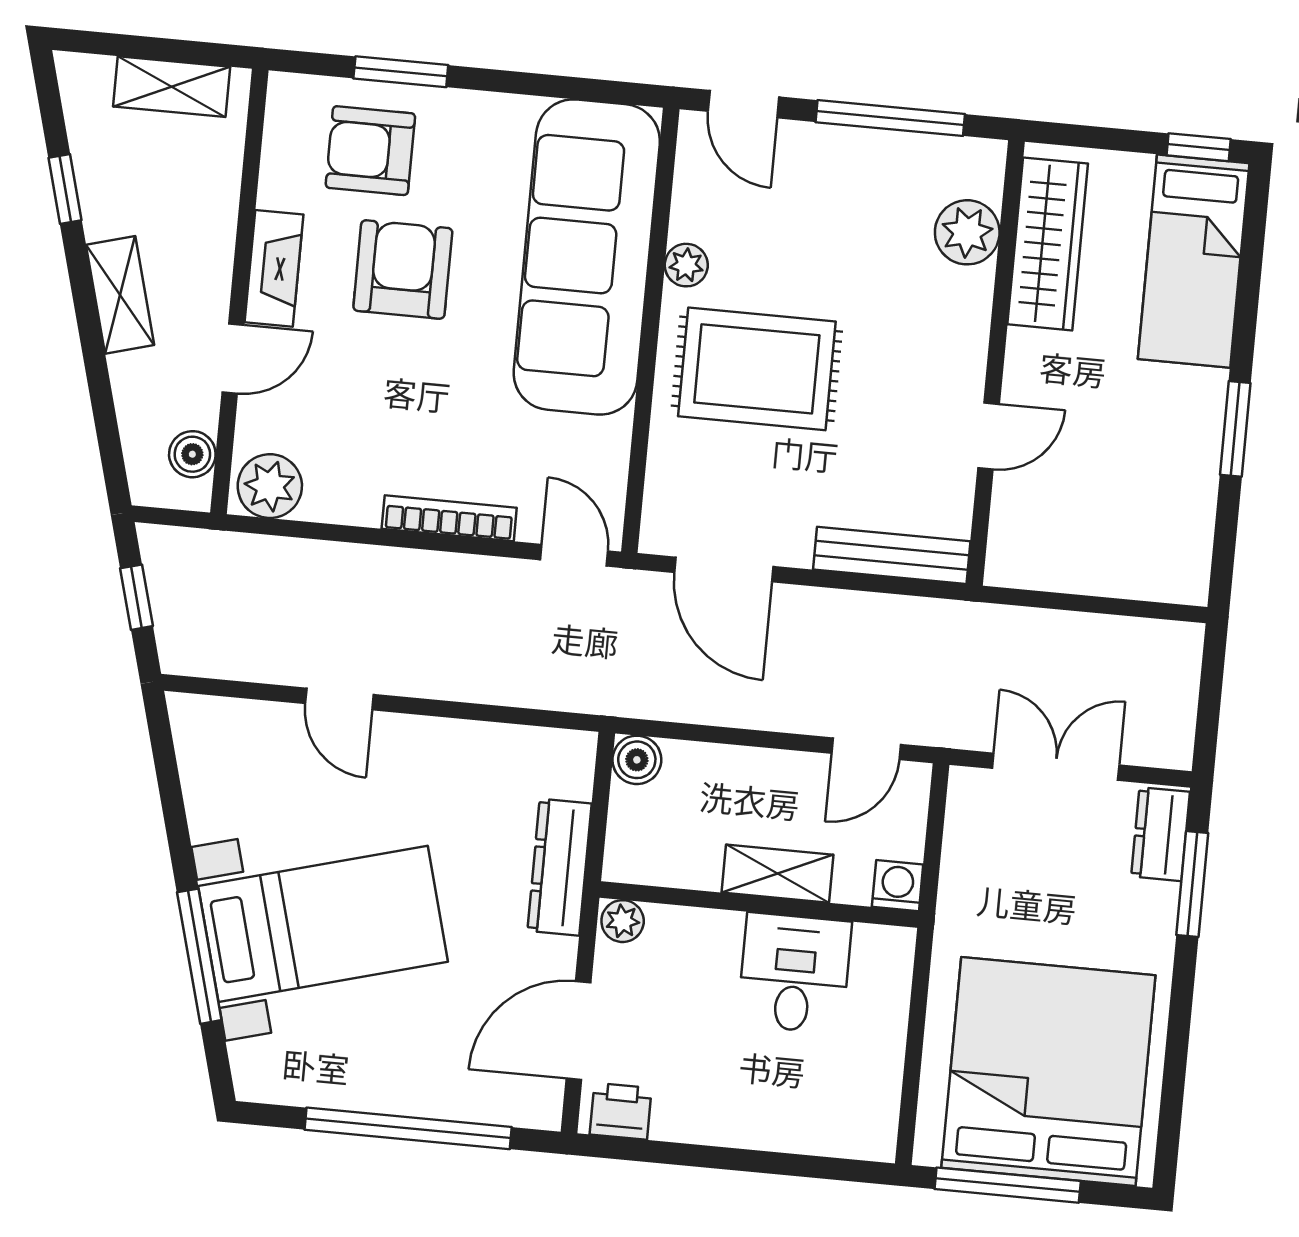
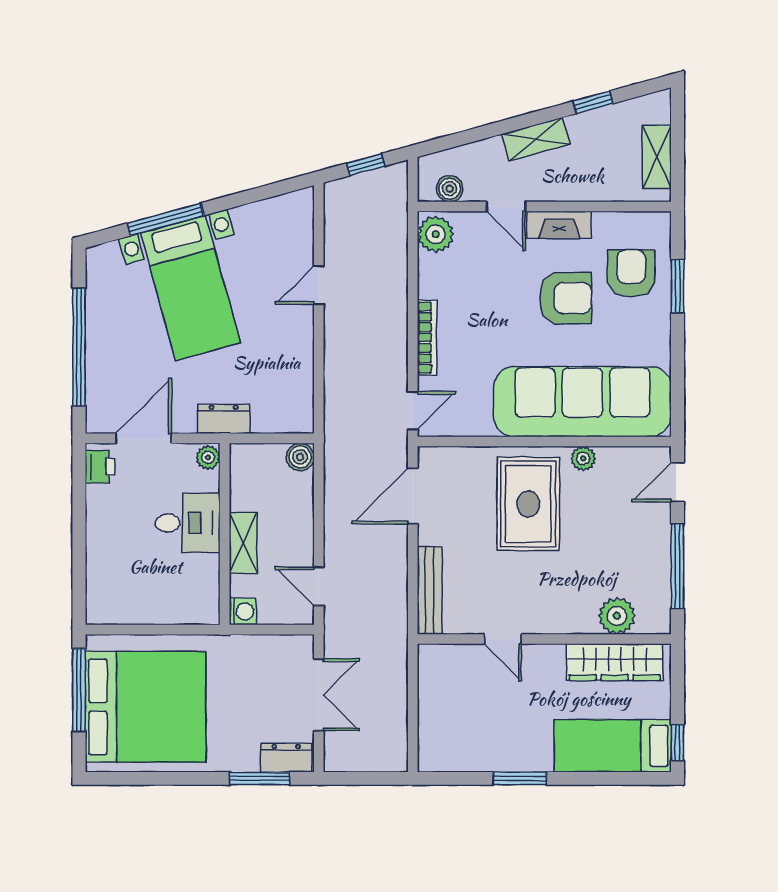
dresser: (560, 867) -> (224, 419), width x0.70
desk: (794, 973) -> (188, 523), moved
door: (579, 1031) -> (144, 438), hinge flipped

